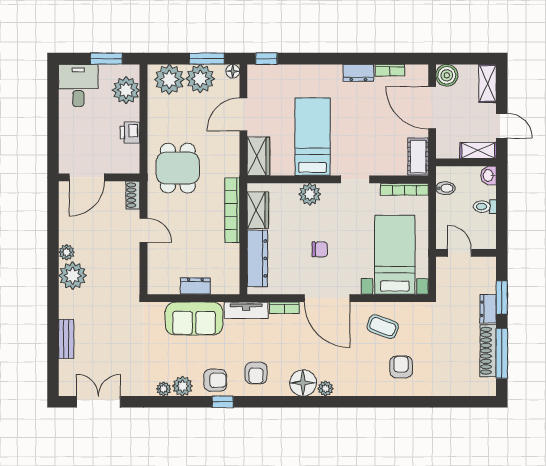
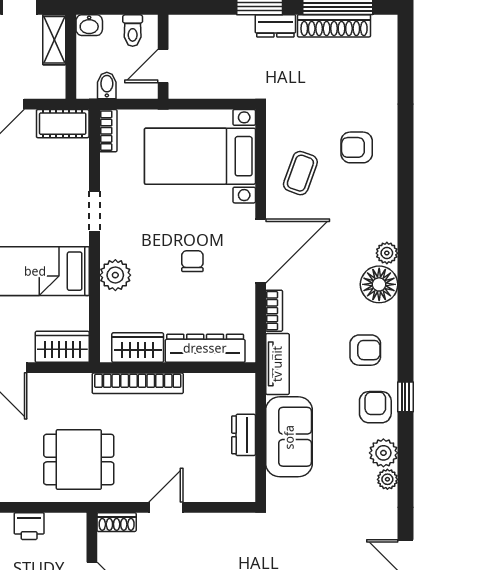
bookcase: (404, 189) -> (108, 131), width x0.64
door: (459, 253) -> (163, 66), moved
wall: (466, 253) -> (163, 57), moved

